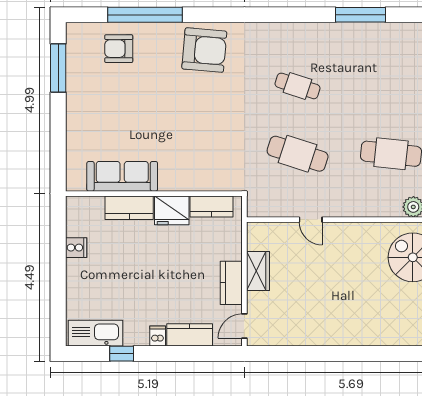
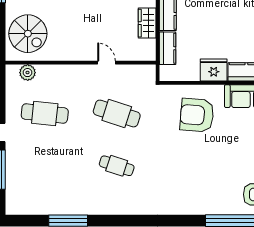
armchair: (204, 50) -> (197, 115), moved
kitchen counter: (212, 206) -> (168, 48), moved, turned 90

